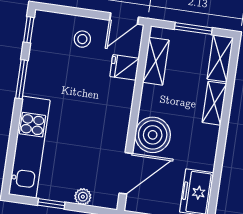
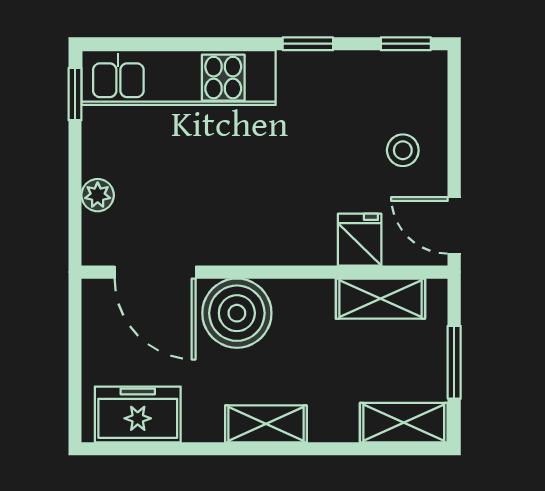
window: (22, 79) -> (308, 44), width x0.67
shelving: (214, 103) -> (266, 424), moved
window: (51, 204) -> (75, 94), moved

